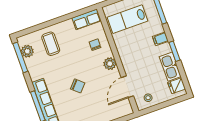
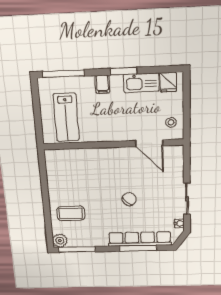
row of seats: (87, 19) -> (53, 165), removed
chair: (95, 45) -> (86, 165), removed
plant: (27, 51) -> (60, 241), moved
plant: (110, 64) -> (114, 155), removed

